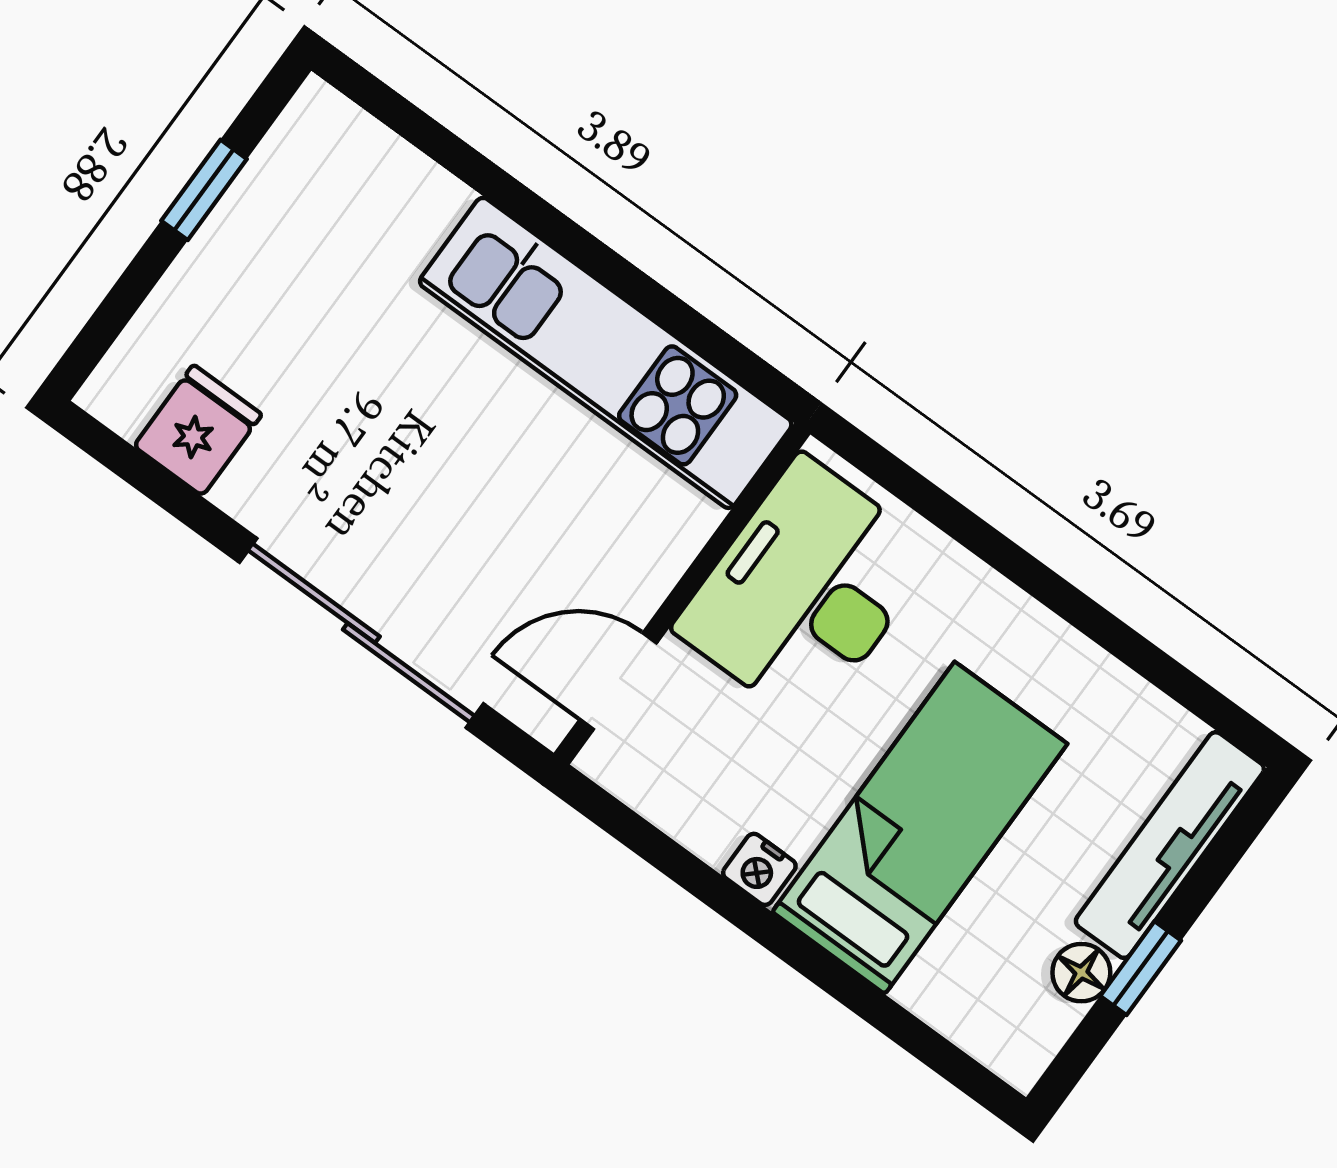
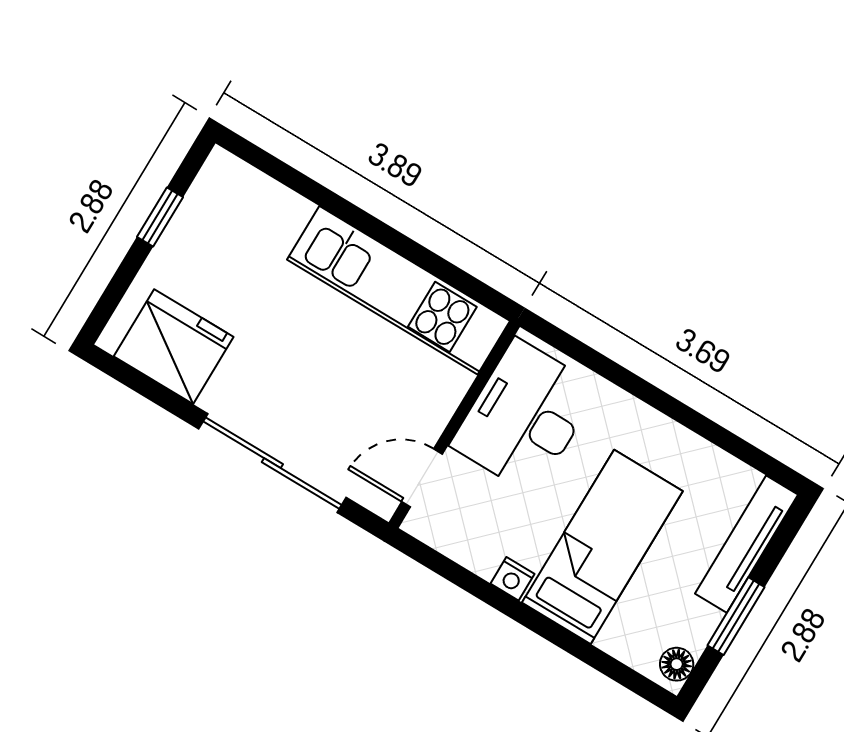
fridge: (198, 430) -> (174, 347), width x1.88, depth x1.34
window: (1141, 968) -> (736, 616), width x1.50
floor lamp: (1081, 973) -> (677, 664), moved

